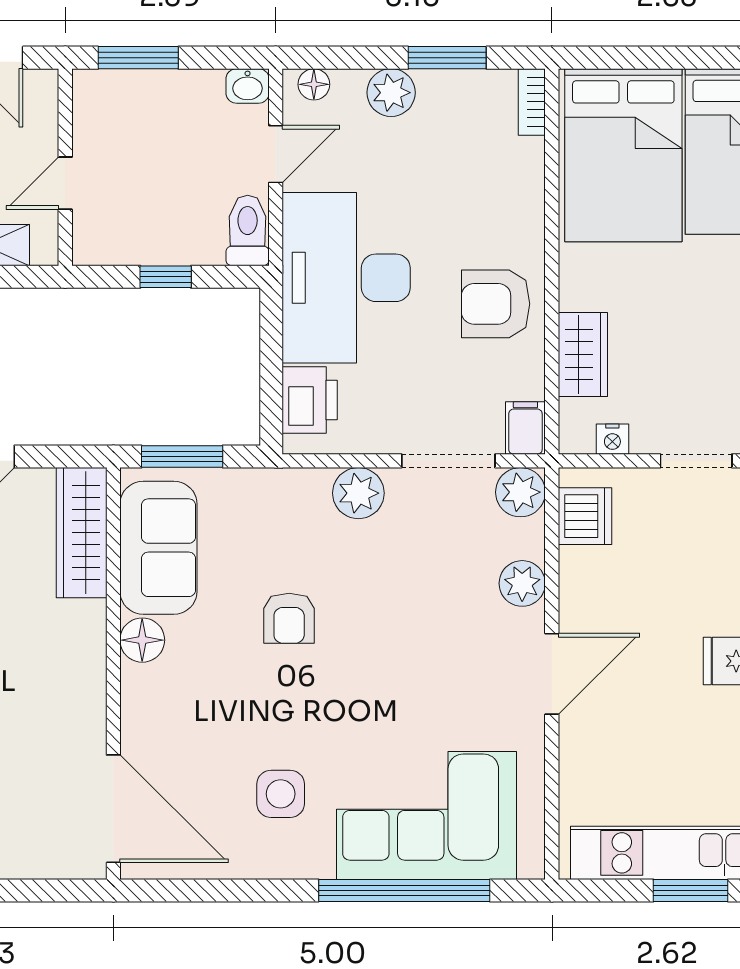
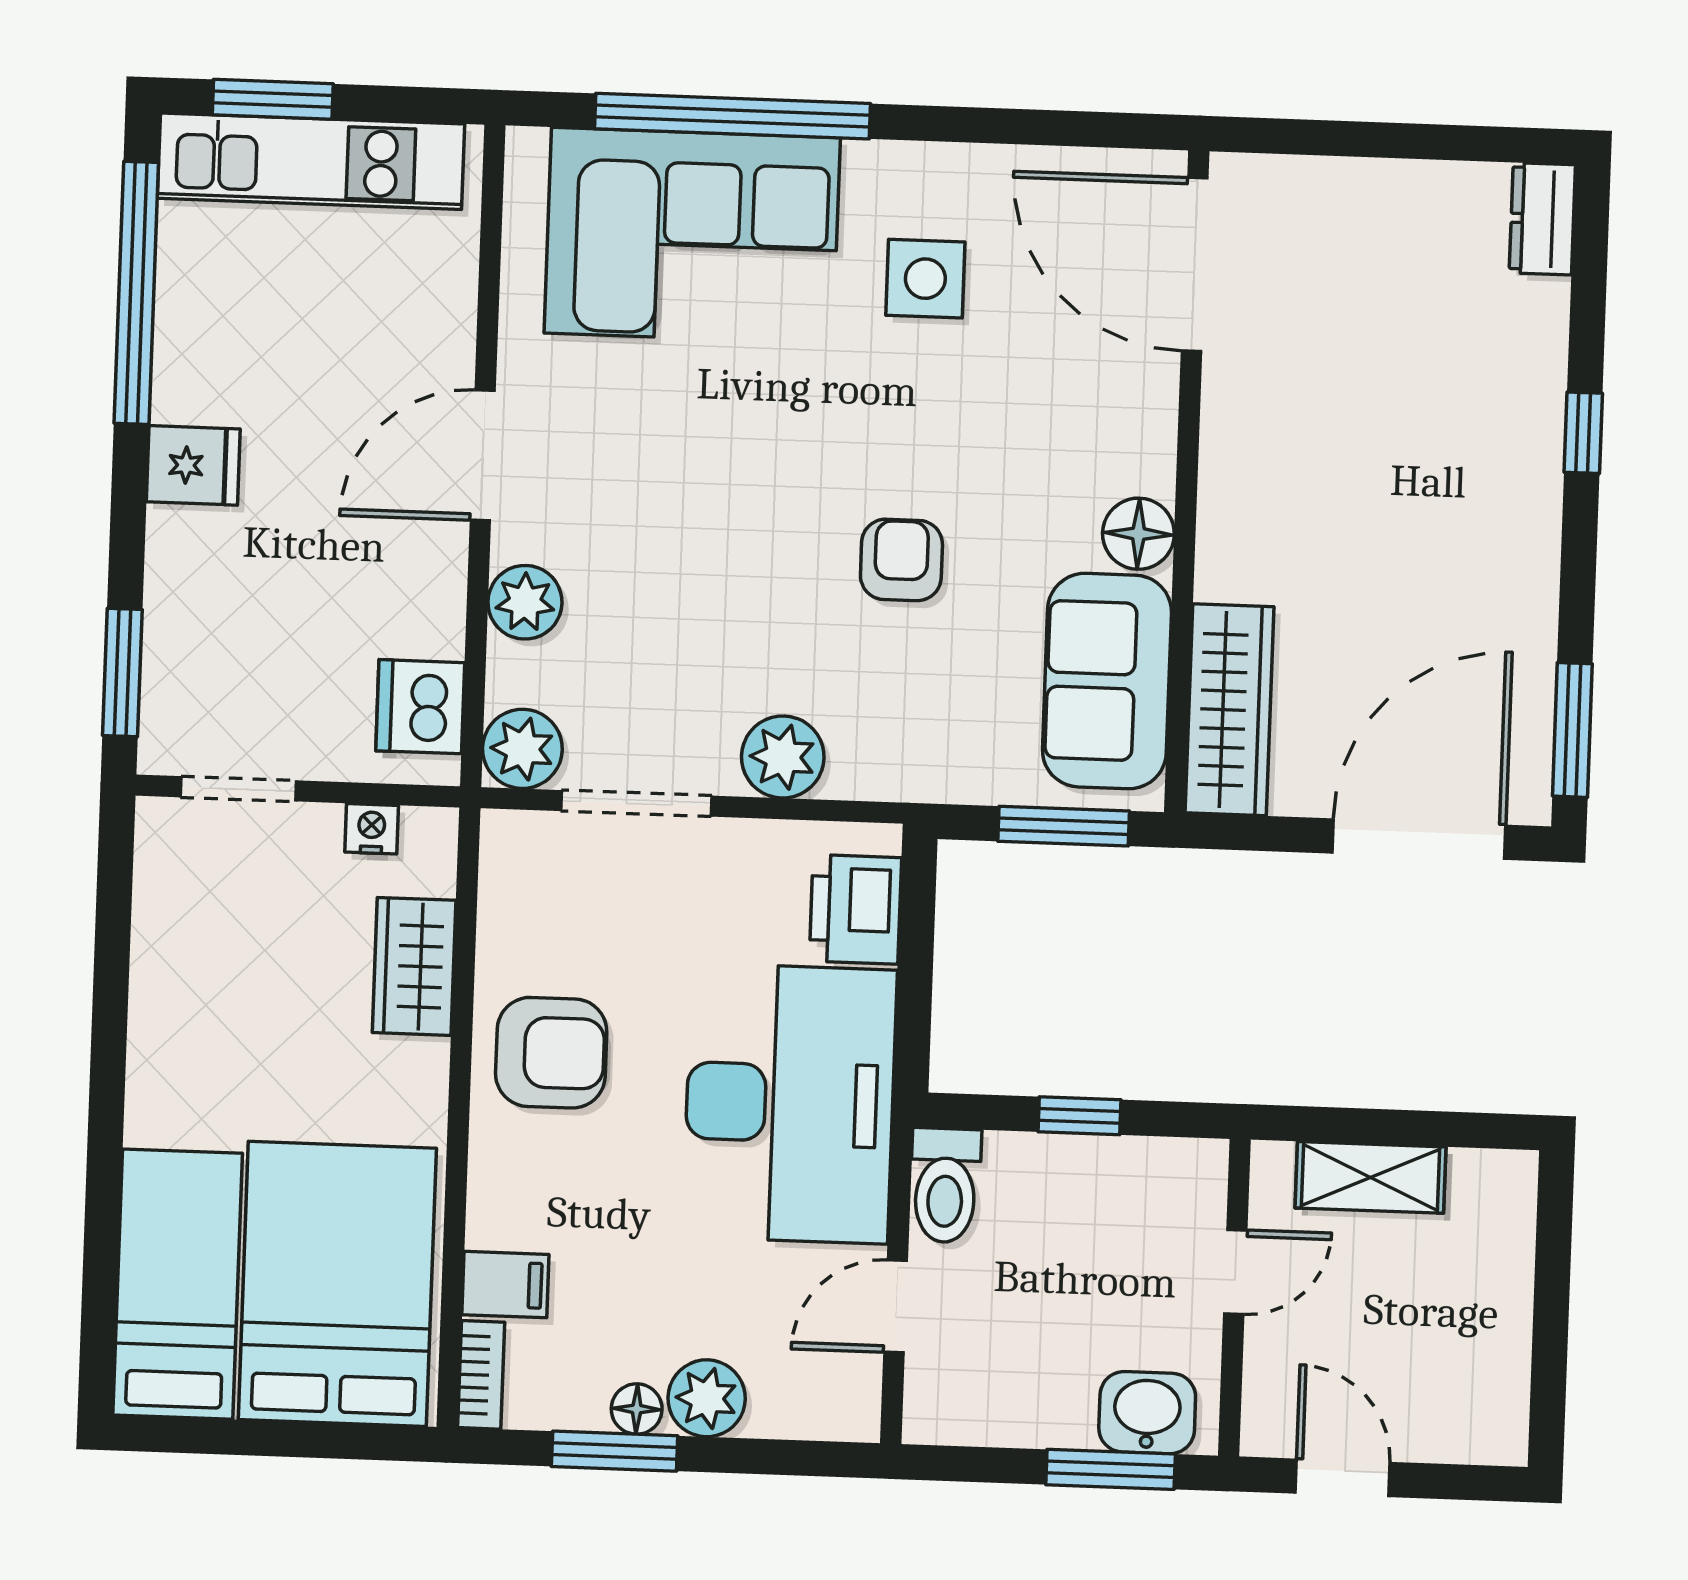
floor lamp: (314, 84) -> (637, 1409), moved
washbasin: (248, 86) -> (1147, 1413), moved, width x1.38, depth x1.45
filing cabinet: (525, 428) -> (505, 1285), moved, turned -90

